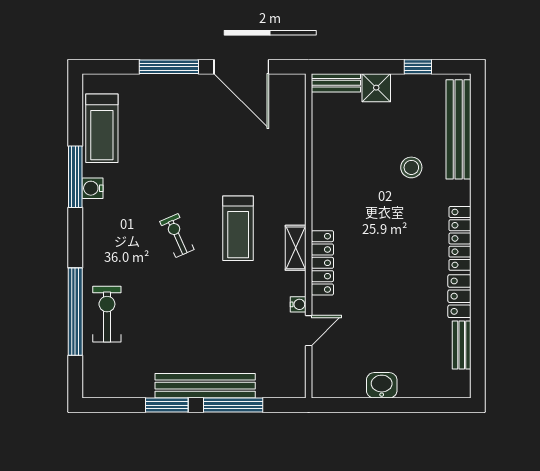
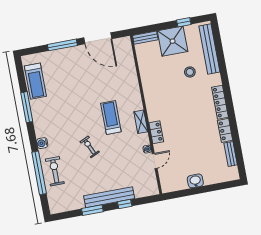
shower: (376, 88) -> (173, 41), width x1.86, depth x1.86
water cooler: (92, 188) -> (42, 143), moved
treadmill: (238, 228) -> (111, 117), turned 180
exercise bike: (177, 236) -> (90, 147), moved
locker: (322, 263) -> (156, 132), width x0.66
window: (233, 405) -> (125, 204), width x0.46

